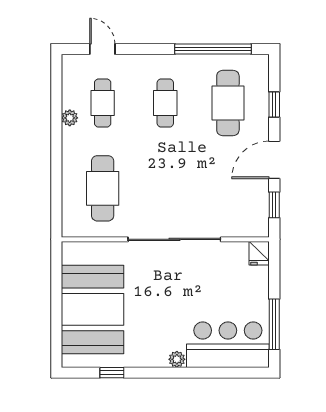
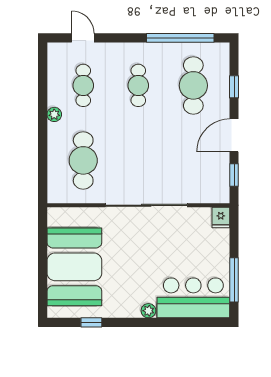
plant: (70, 118) -> (54, 114), moved

